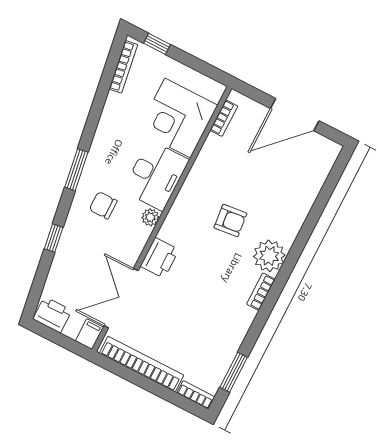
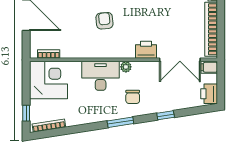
corner desk: (178, 118) -> (48, 80), moved, turned -90

